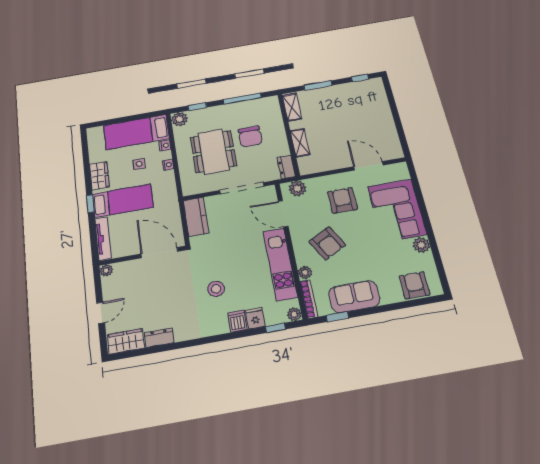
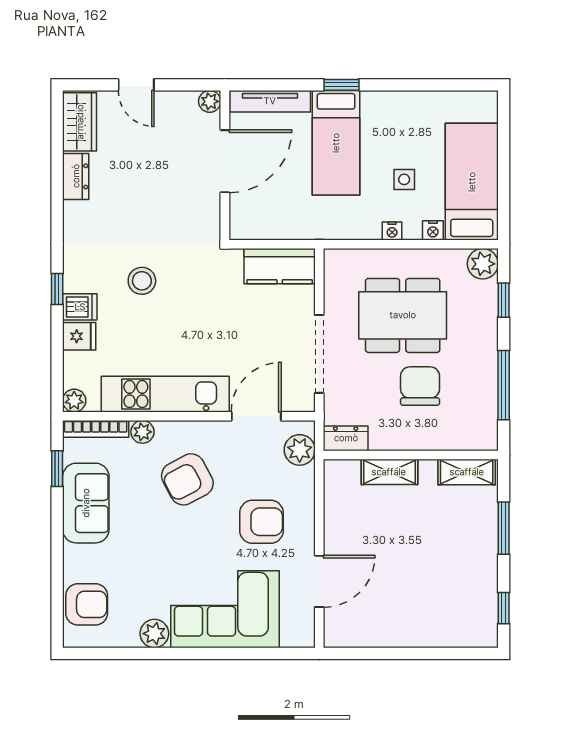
chair: (250, 137) -> (420, 386), turned 90
wardrobe: (99, 176) -> (394, 106), removed
door: (159, 253) -> (225, 161), moved
window: (275, 328) -> (57, 289), moved

